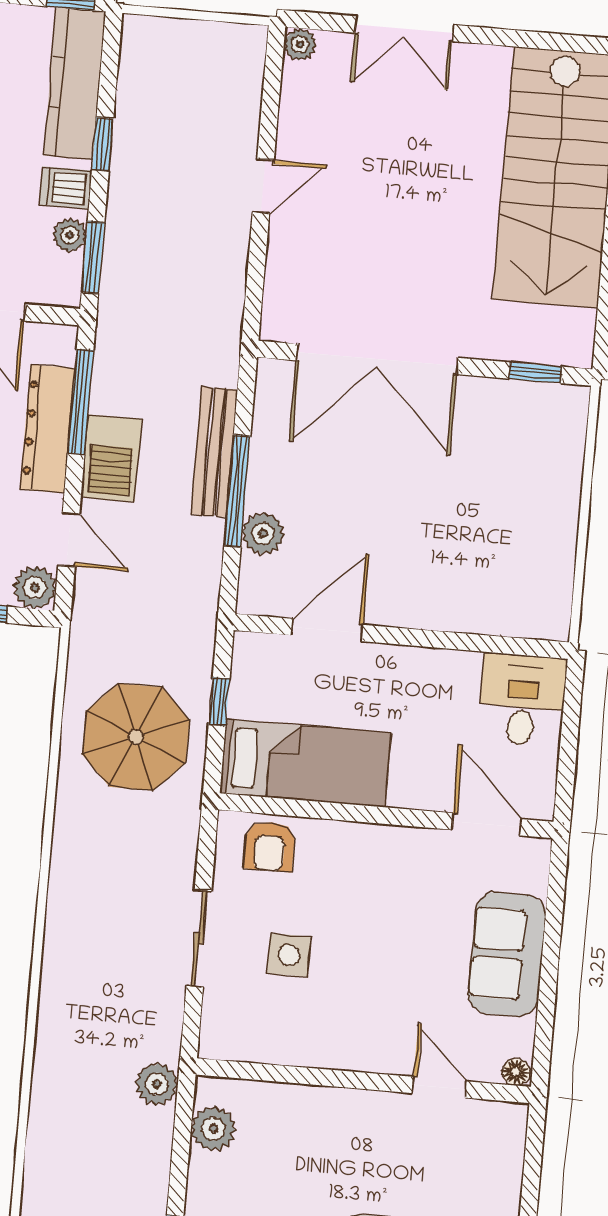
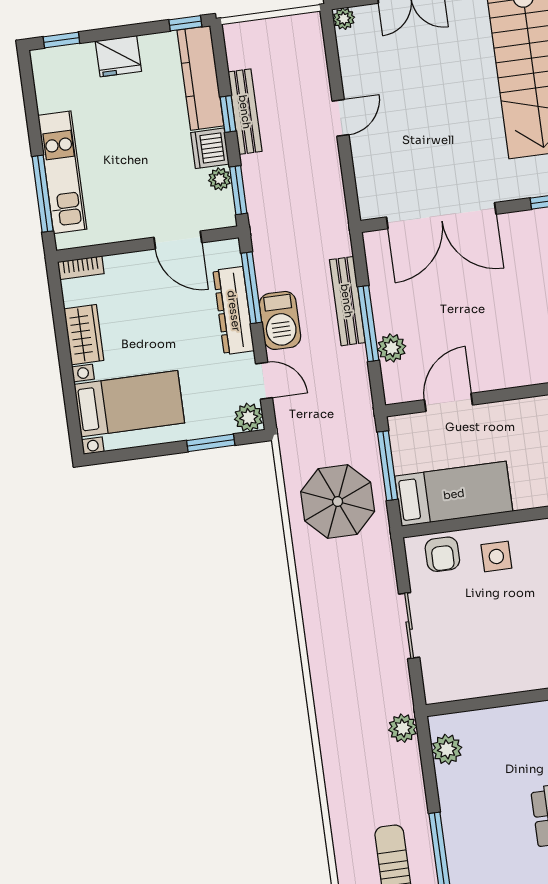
bench: (128, 146) -> (245, 112), added
dishwasher: (66, 188) -> (210, 148), width x1.38
window: (219, 702) -> (388, 466), width x2.17
side table: (289, 955) -> (496, 556), moved

